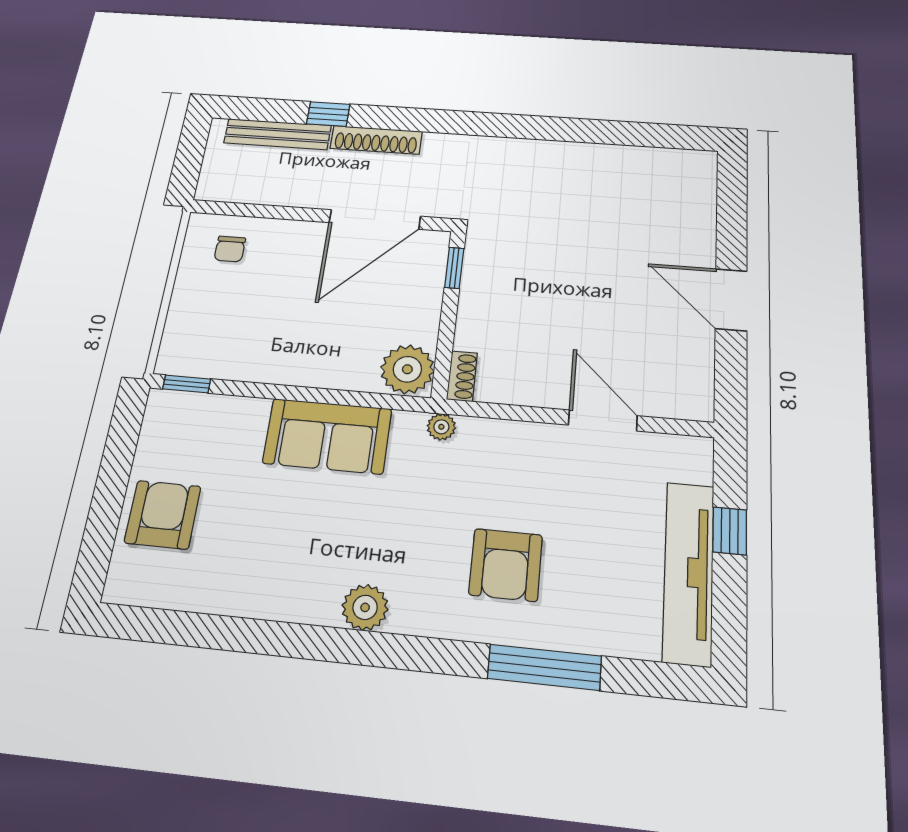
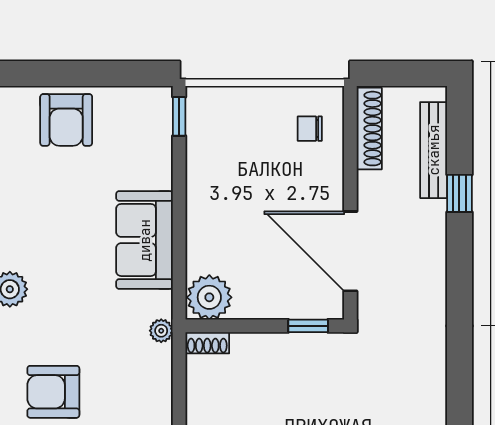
shoe rack: (376, 140) -> (369, 129), moved, turned 180
armchair: (163, 515) -> (66, 120), turned 90

